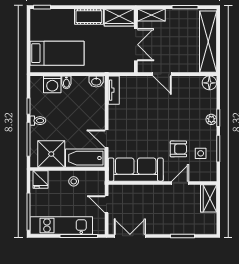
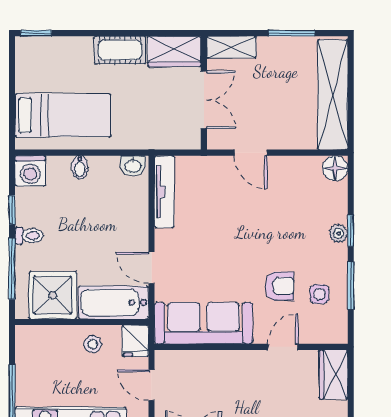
washing machine: (52, 84) -> (30, 171), moved
tv unit: (114, 90) -> (164, 192), width x1.41
fridge: (41, 180) -> (135, 341), moved

